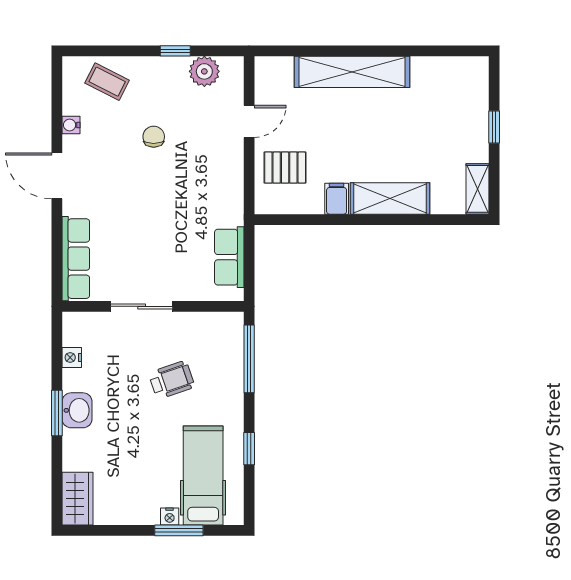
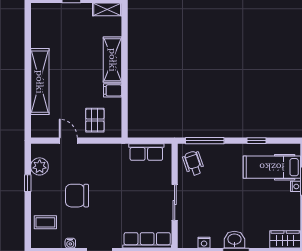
coffee table: (107, 82) -> (45, 222), turned 63
chair: (154, 137) -> (77, 196), width x1.87, depth x1.87
wheelchair: (172, 380) -> (193, 163), moved

